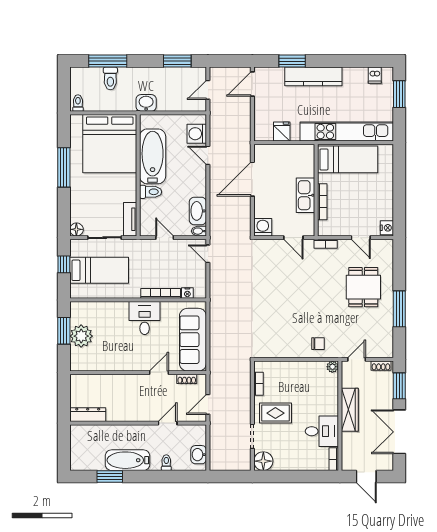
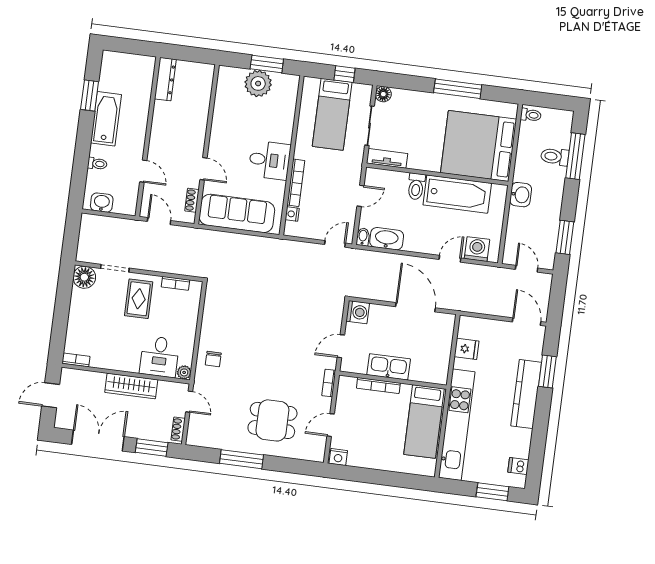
desk: (322, 431) -> (160, 357), moved

